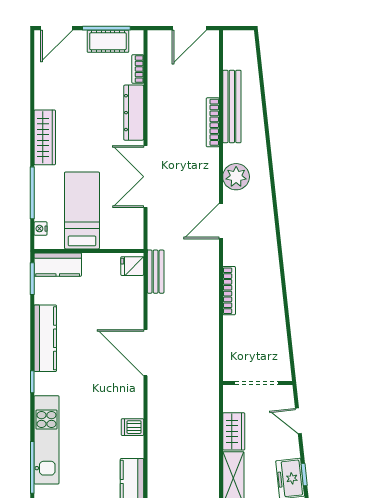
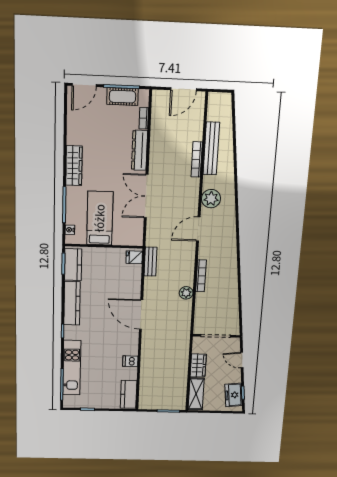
kitchen counter: (58, 265) -> (73, 265), moved, turned -90
plant: (209, 317) -> (186, 293), added

